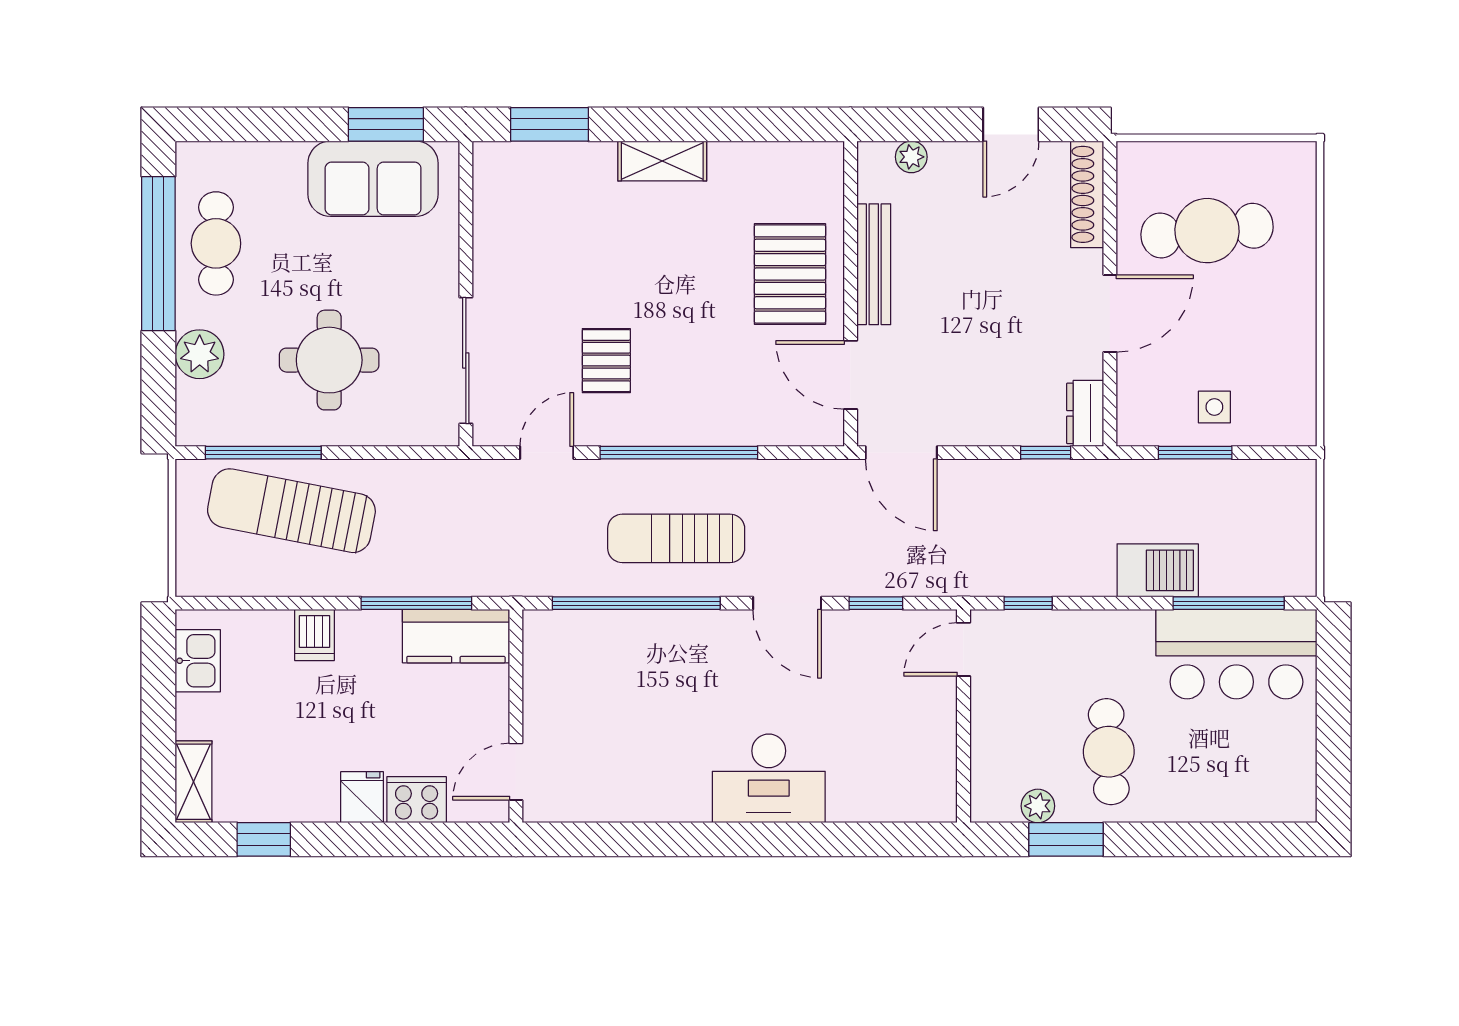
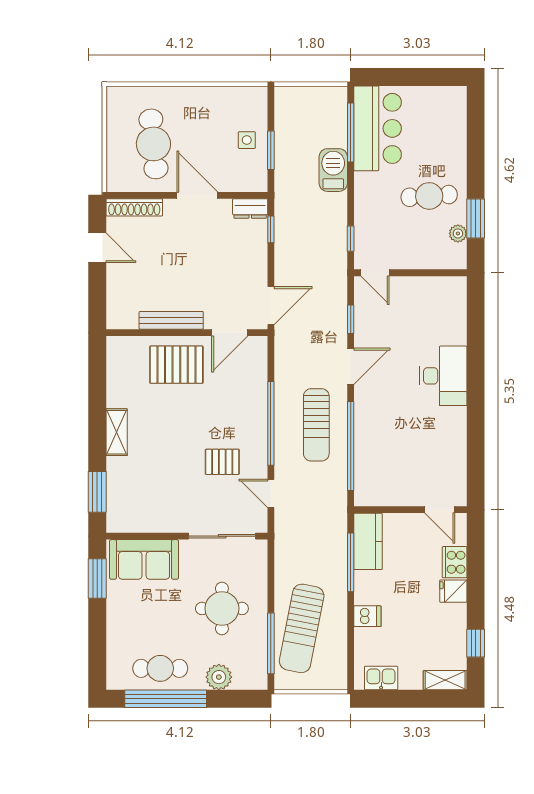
plant: (911, 157) -> (114, 300), removed
sofa: (373, 179) -> (144, 559), moved, turned 90

